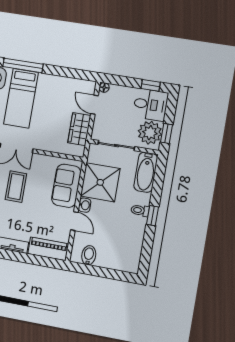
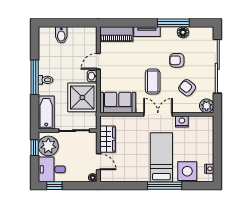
sofa: (66, 186) -> (118, 102), moved, turned -90
window: (152, 216) -> (35, 77), width x2.17
door: (74, 221) -> (98, 61), hinge flipped
bidet: (89, 255) -> (61, 35), moved

